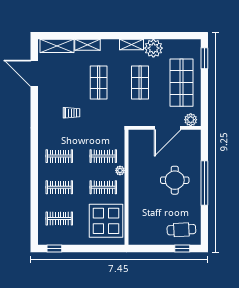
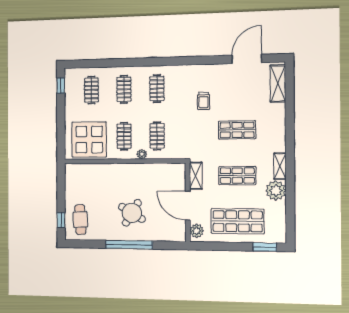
shelving: (88, 45) -> (196, 176), moved
round table: (175, 180) -> (132, 213), turned 31

